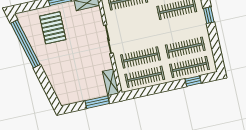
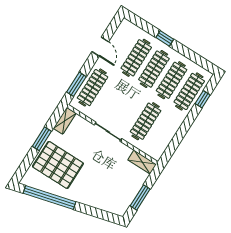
pallet: (53, 28) -> (58, 165), width x1.37, depth x1.41
clothes rail: (145, 77) -> (154, 69), moved
window: (97, 102) -> (140, 197), moved

